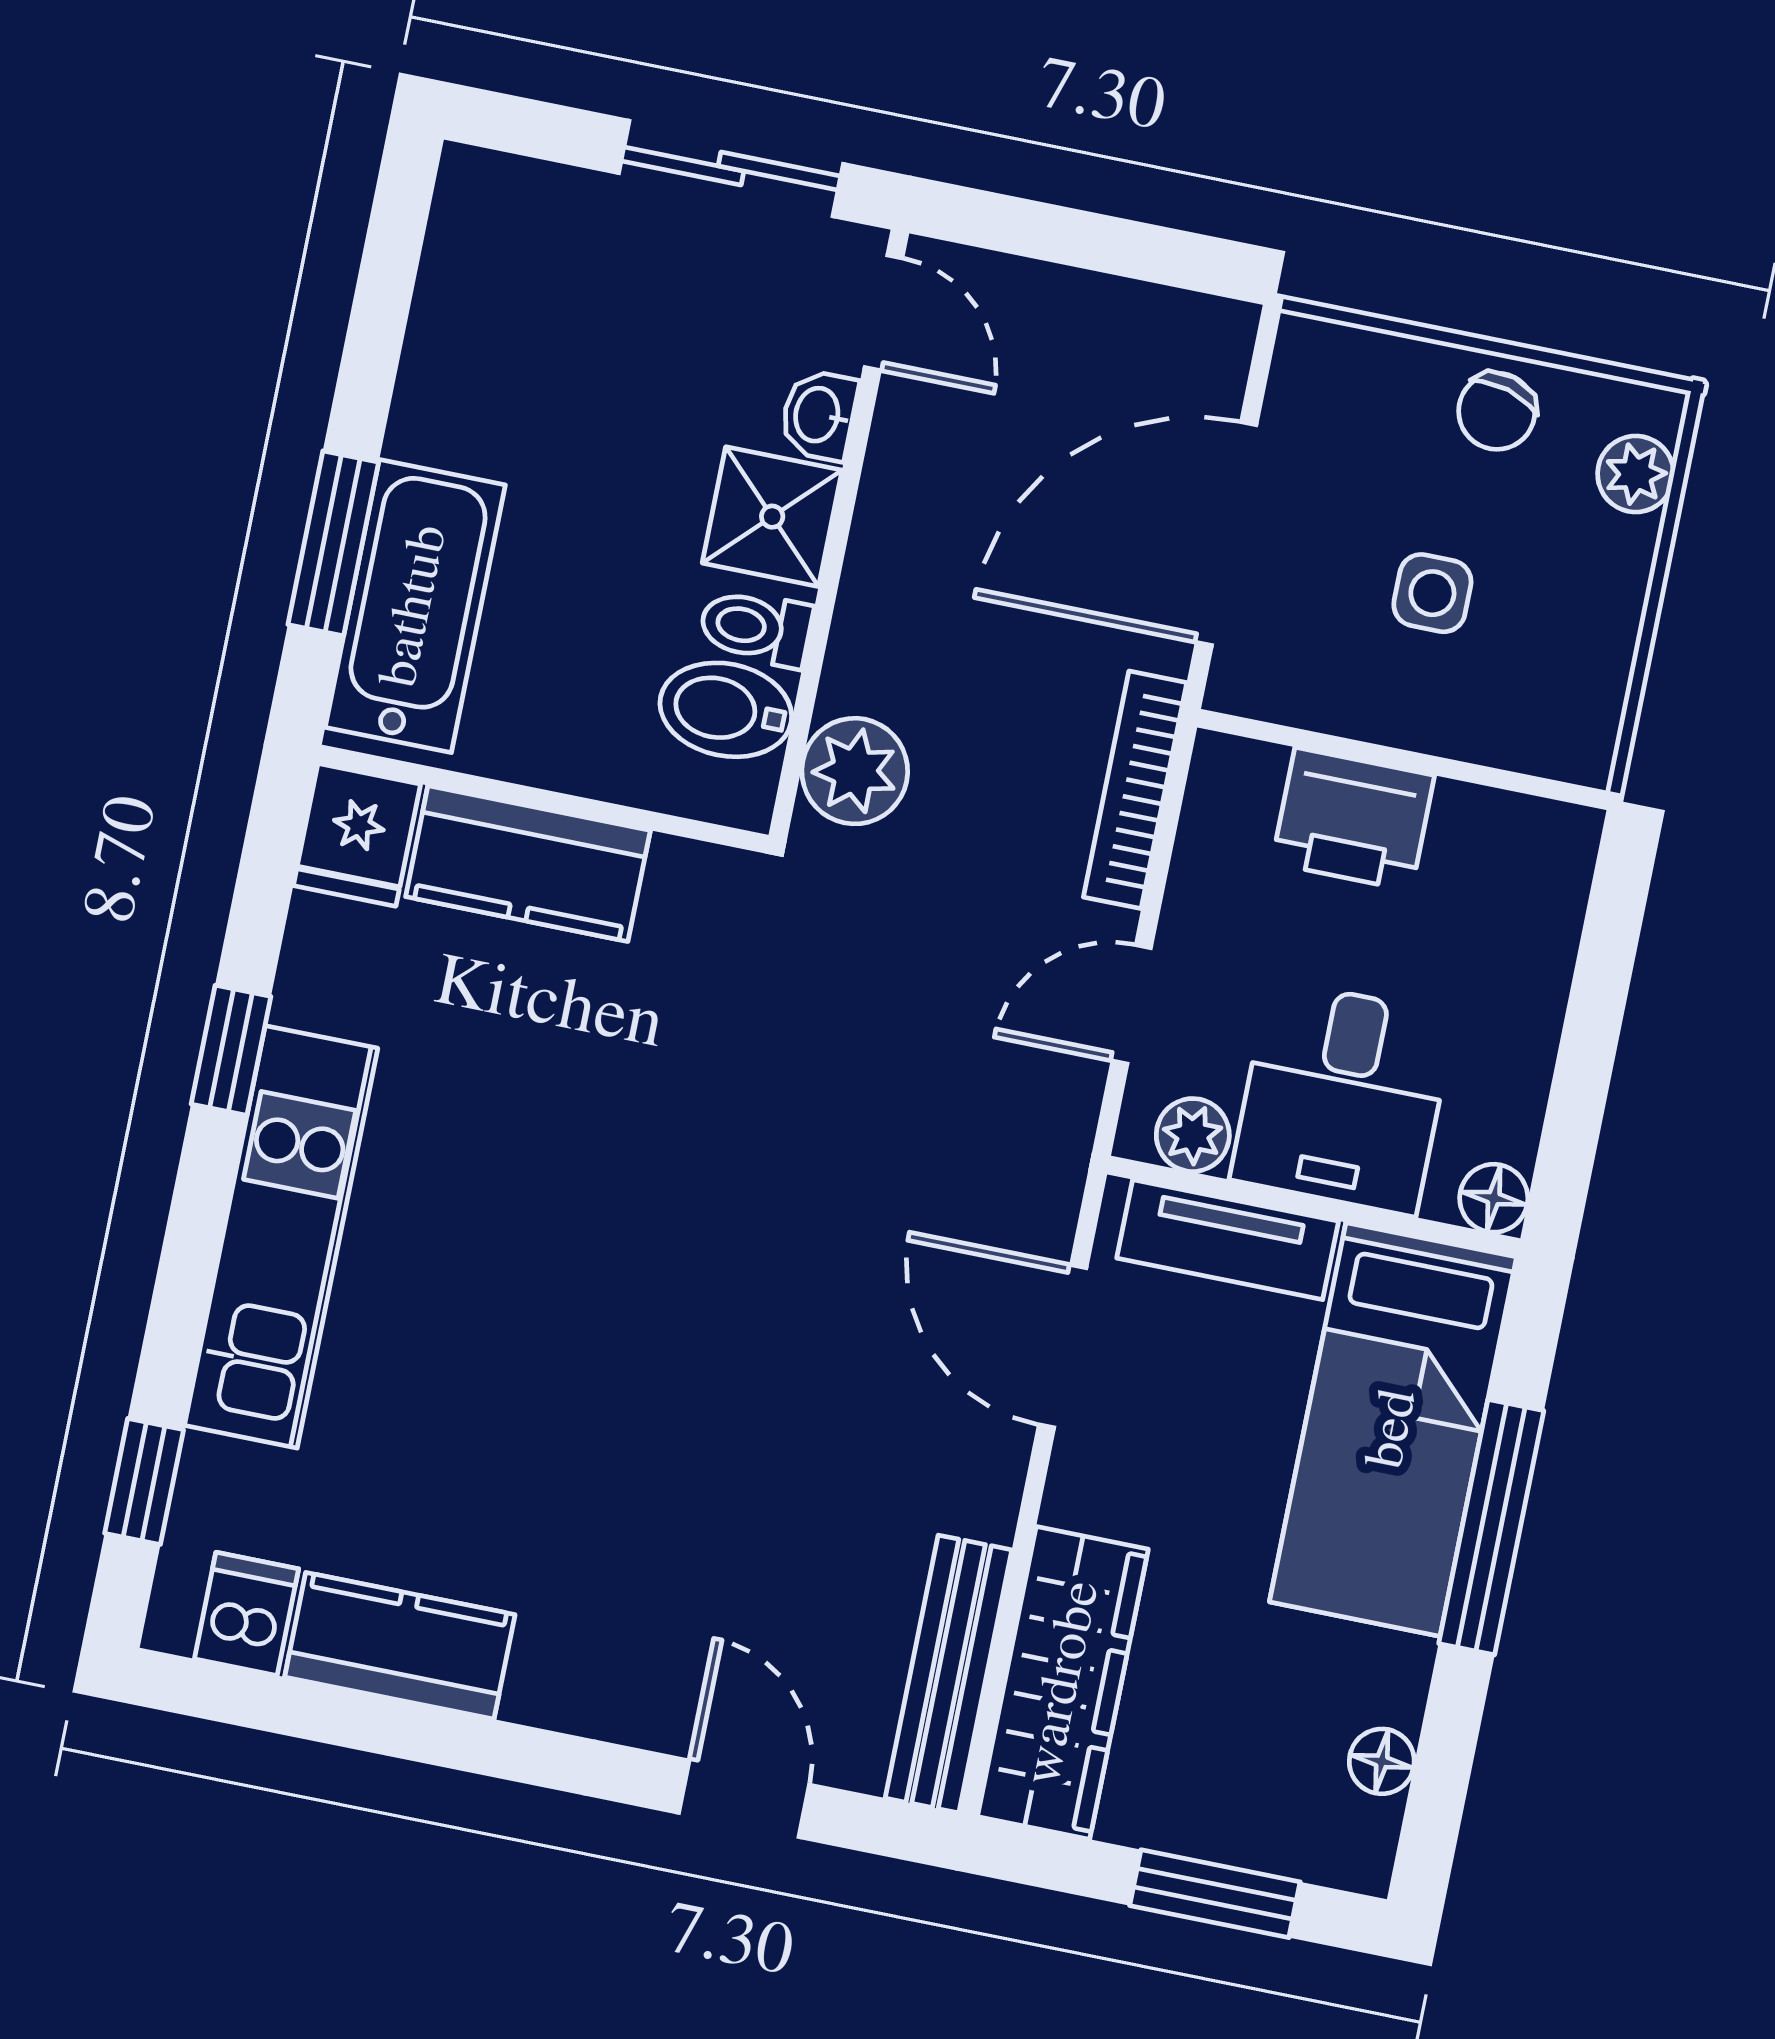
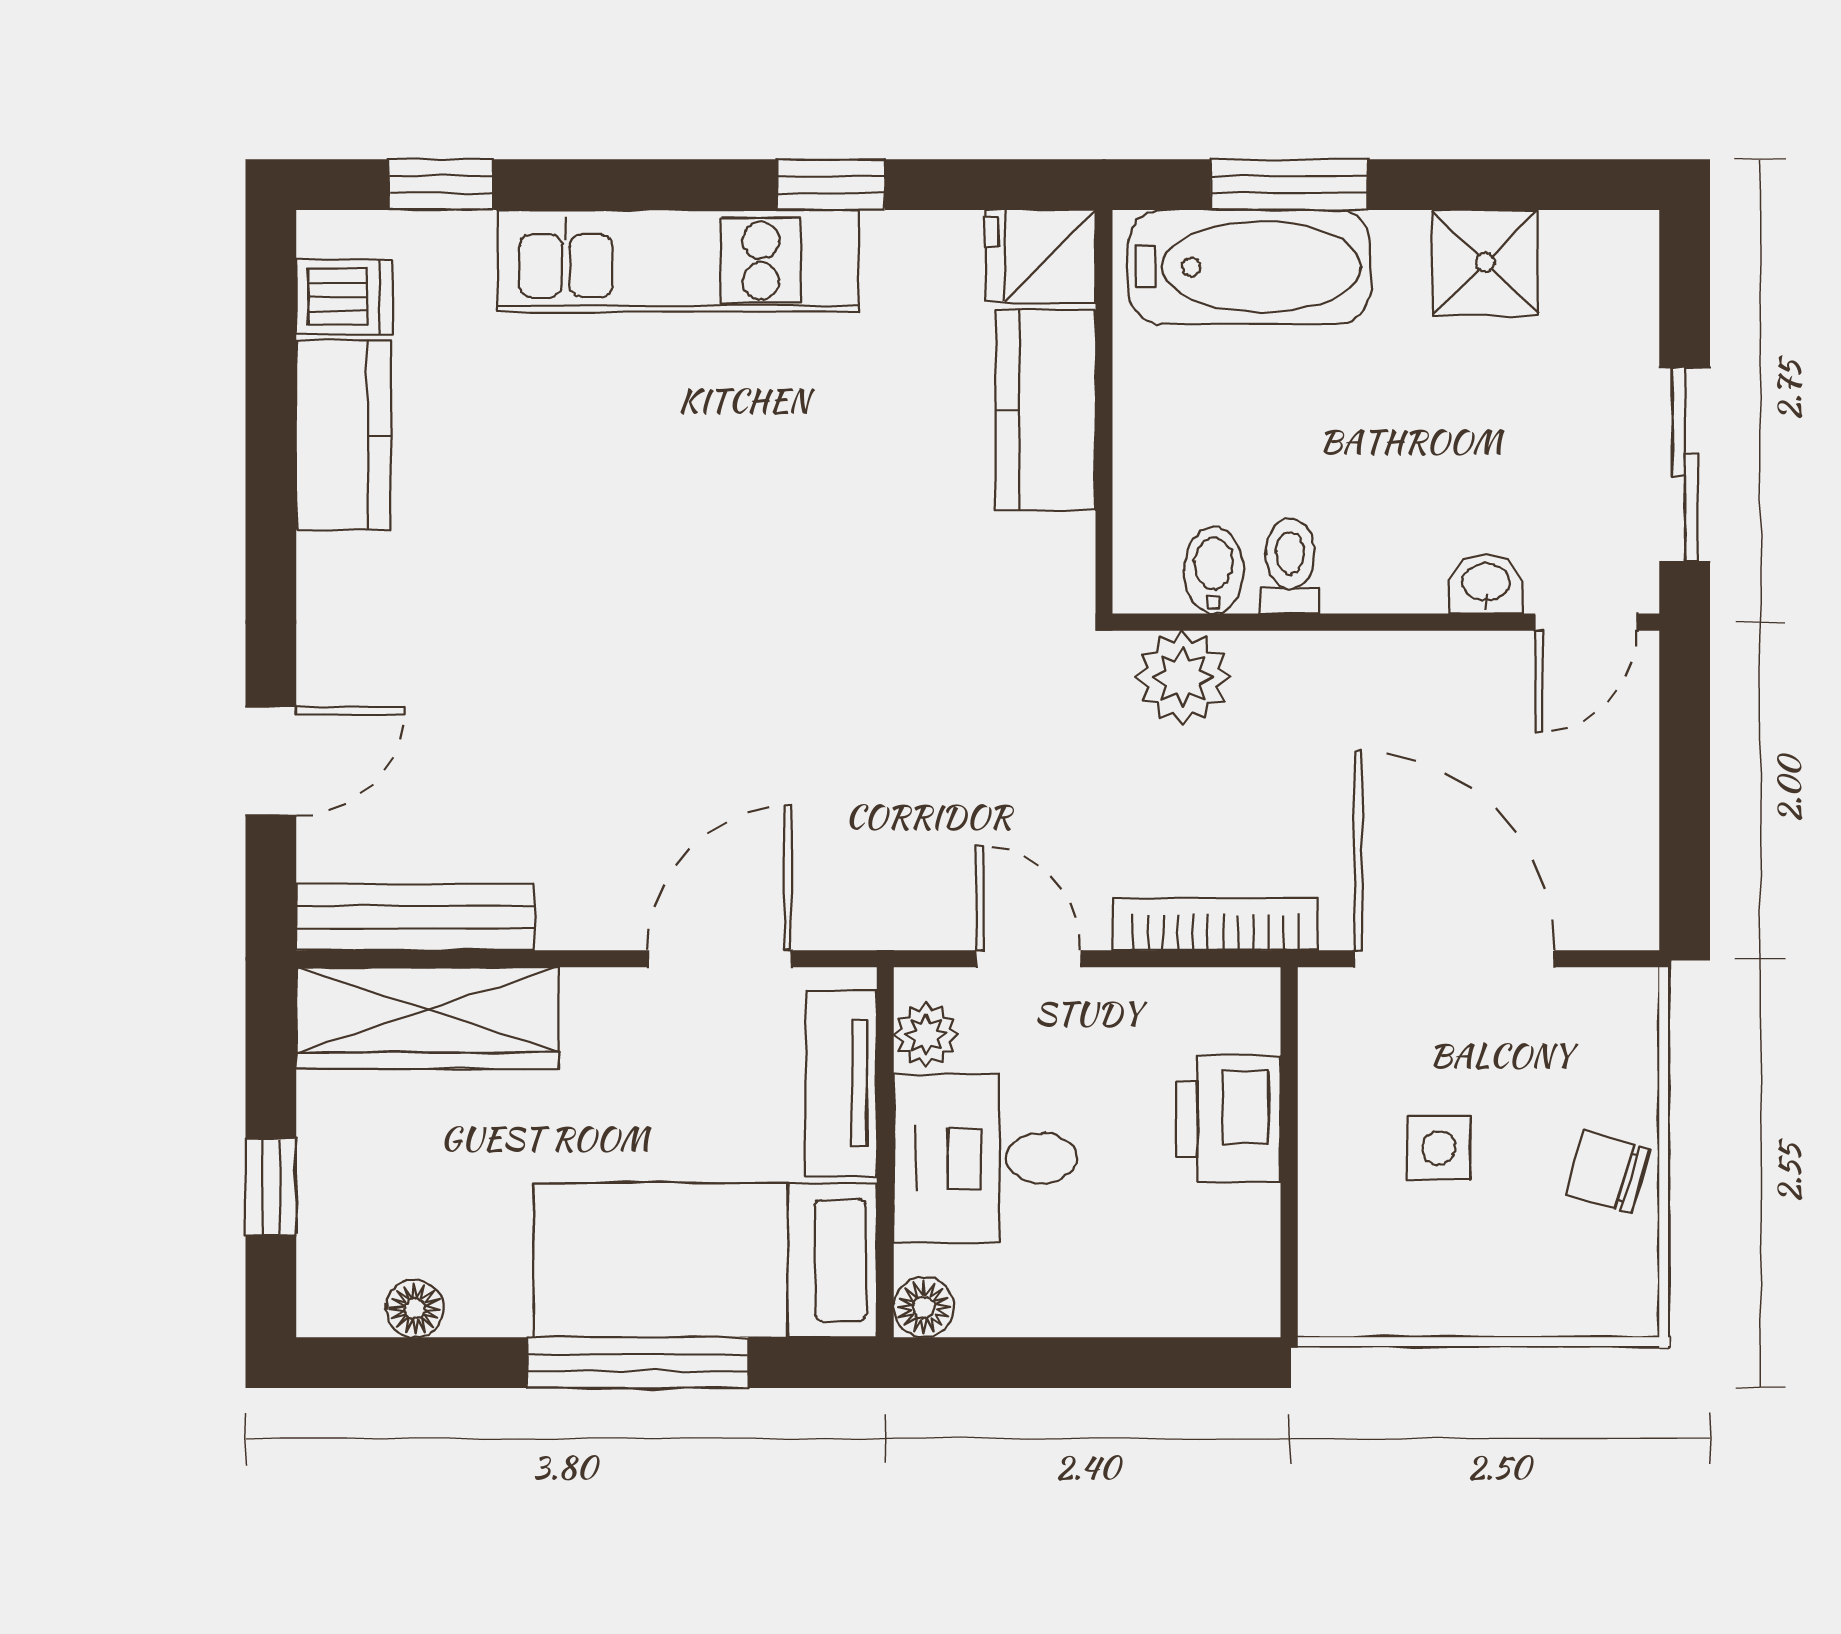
plant: (1636, 474) -> (1578, 1304), removed
shower: (772, 517) -> (1485, 262), moved
bidet: (726, 710) -> (1213, 570), width x0.72, depth x0.74
window: (1215, 1894) -> (271, 1187), width x0.67

